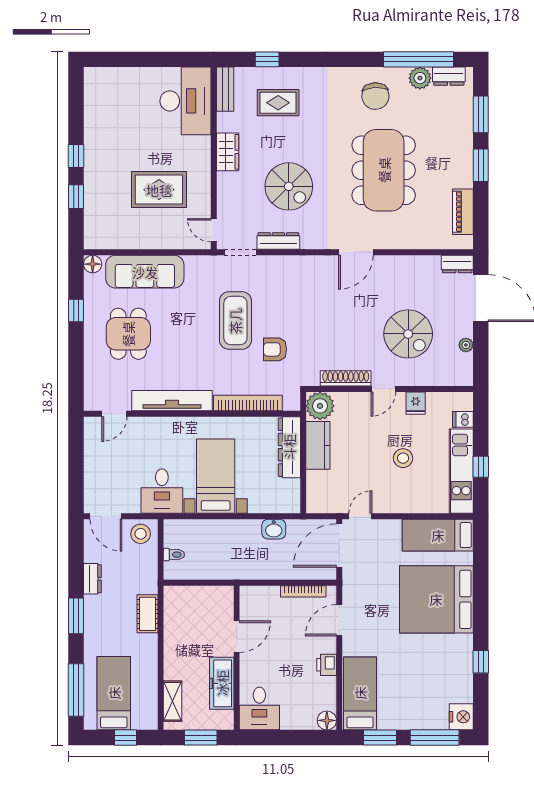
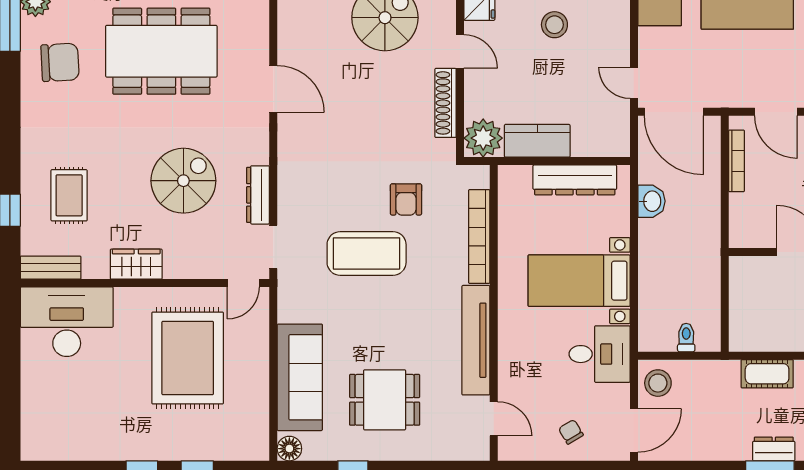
rug: (159, 190) -> (188, 358), width x1.37, depth x1.44
dresser: (289, 447) -> (575, 180), moved
chair: (105, 470) -> (571, 432), added
dresser: (92, 579) -> (774, 449), moved

